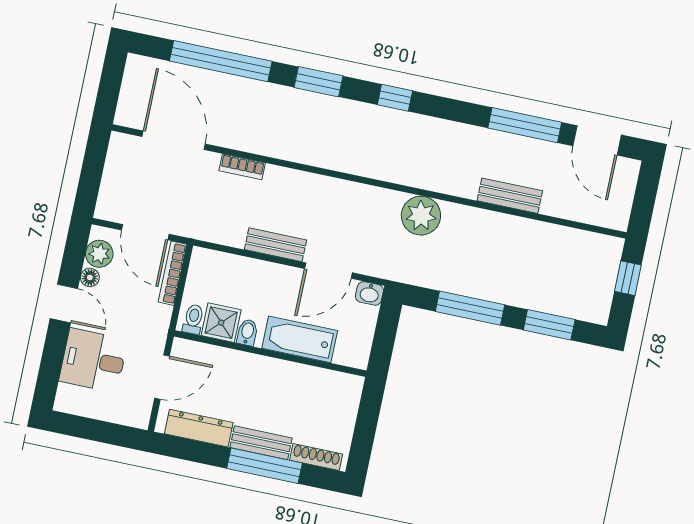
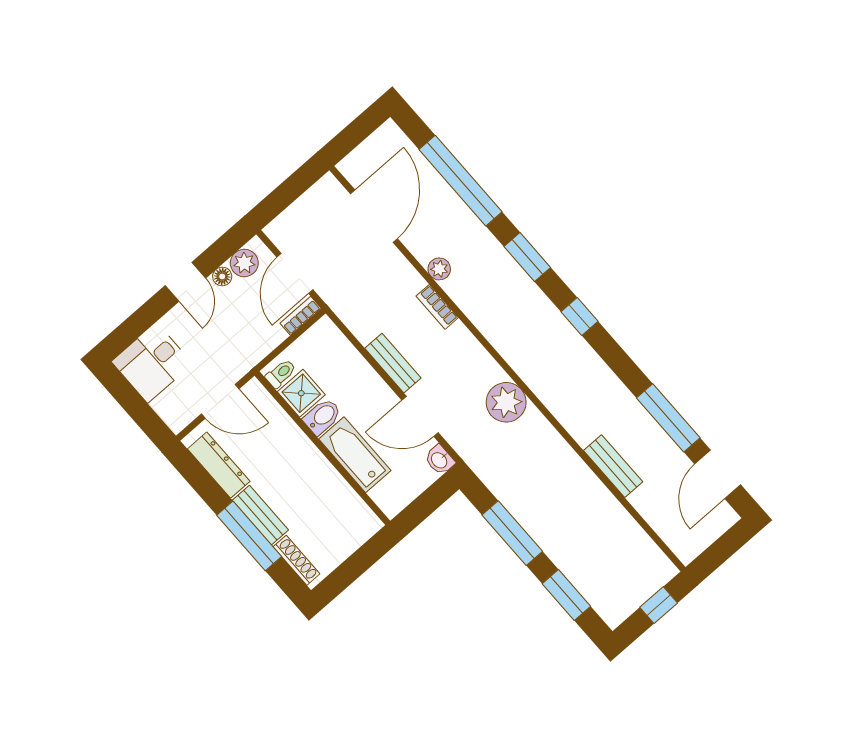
plant: (256, 143) -> (439, 269), added
bookcase: (242, 167) -> (437, 307), moved
plant: (421, 216) -> (506, 402), moved
bookcase: (172, 273) -> (301, 316), width x0.64
bidet: (247, 332) -> (322, 417), width x1.38, depth x1.36
desk: (93, 360) -> (152, 363), moved, turned -90

